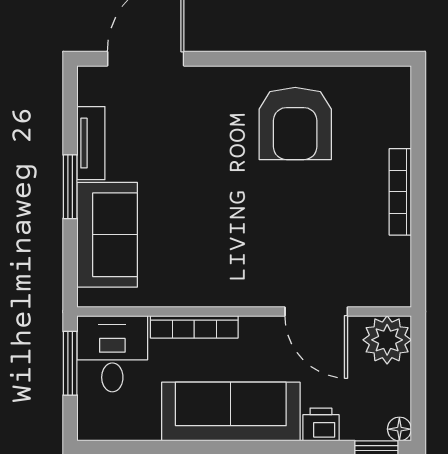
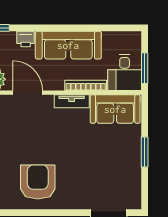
tv unit: (91, 143) -> (72, 101), moved, turned -90
sofa: (107, 235) -> (115, 109), moved, turned -90

